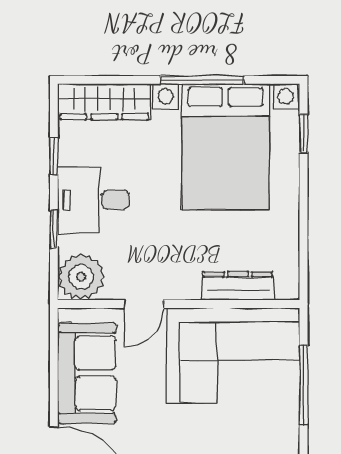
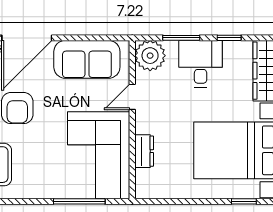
window: (54, 229) -> (181, 38), width x1.50
dresser: (238, 286) -> (144, 151), width x0.70
door: (144, 304) -> (132, 97), hinge flipped

